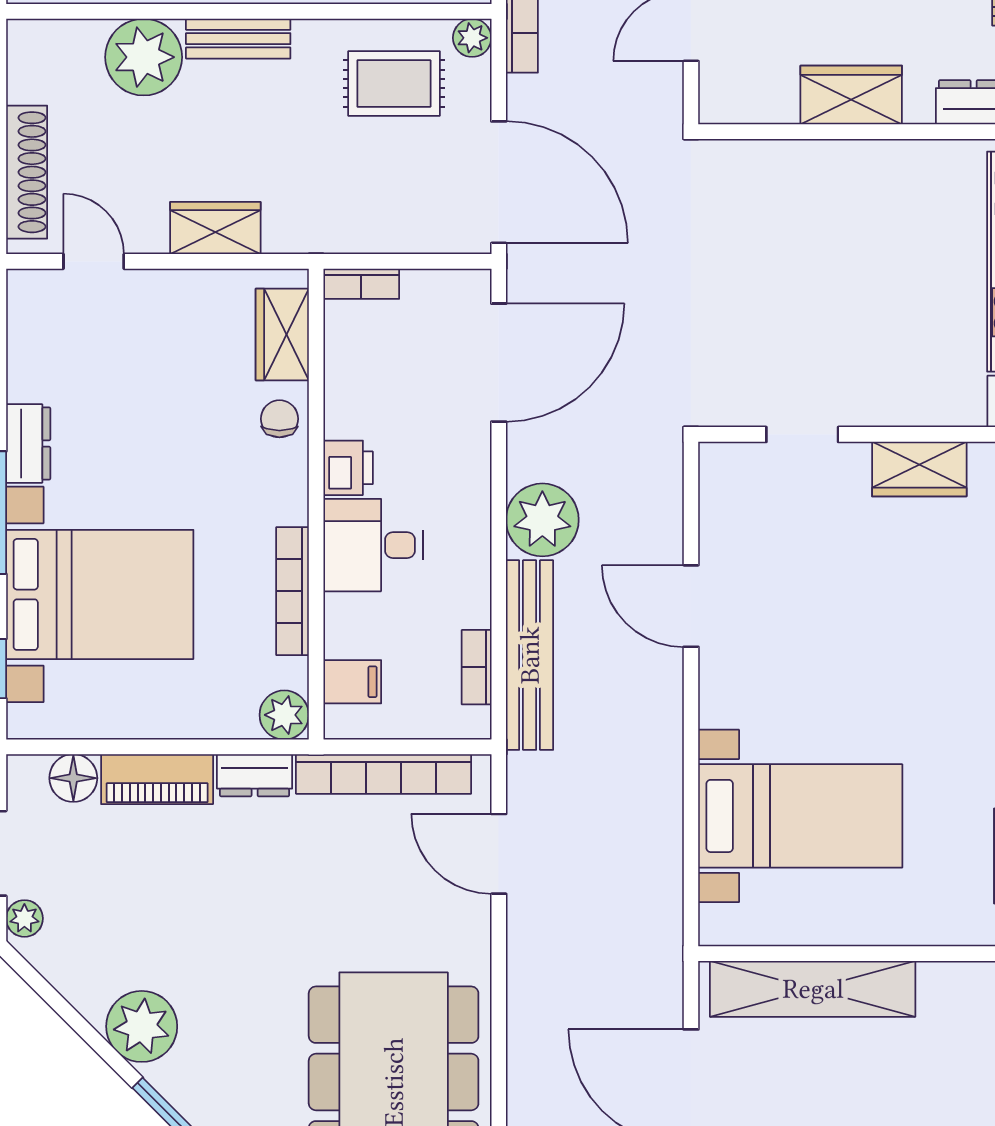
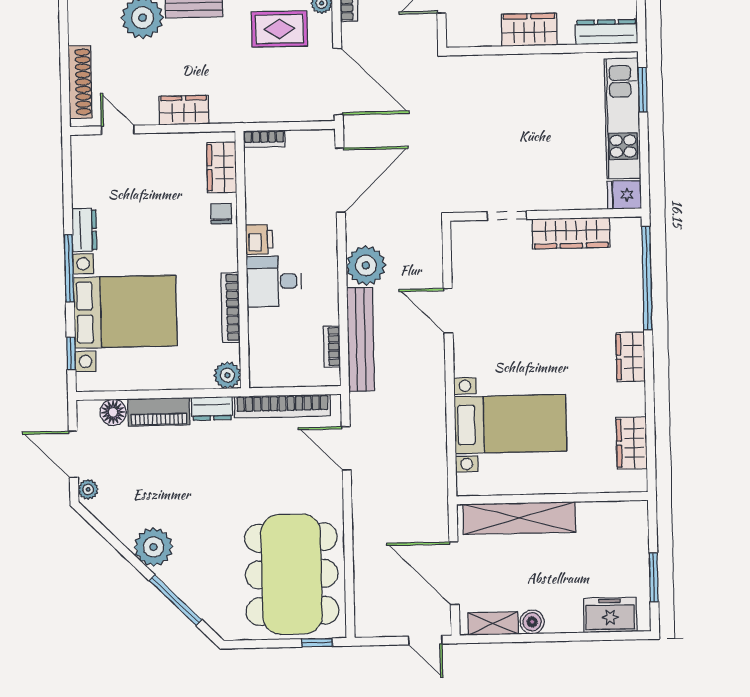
wardrobe: (919, 469) -> (571, 233), width x1.50
filing cabinet: (352, 682) -> (264, 356), removed

